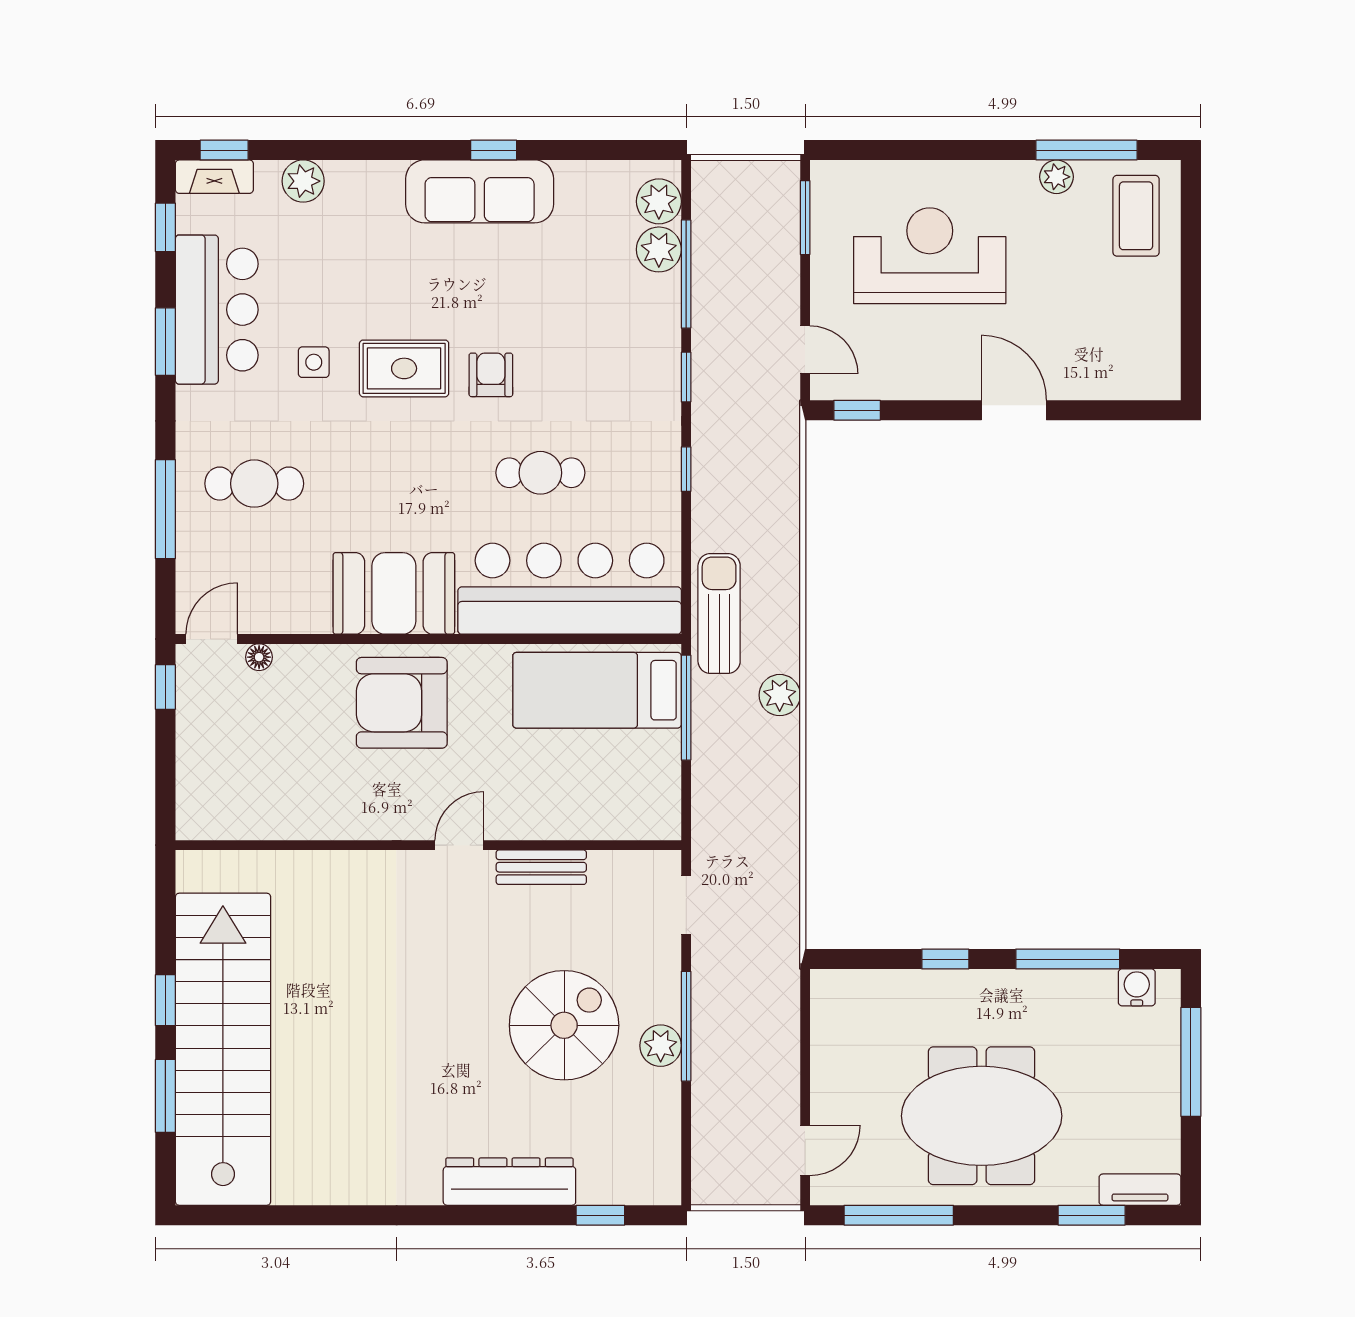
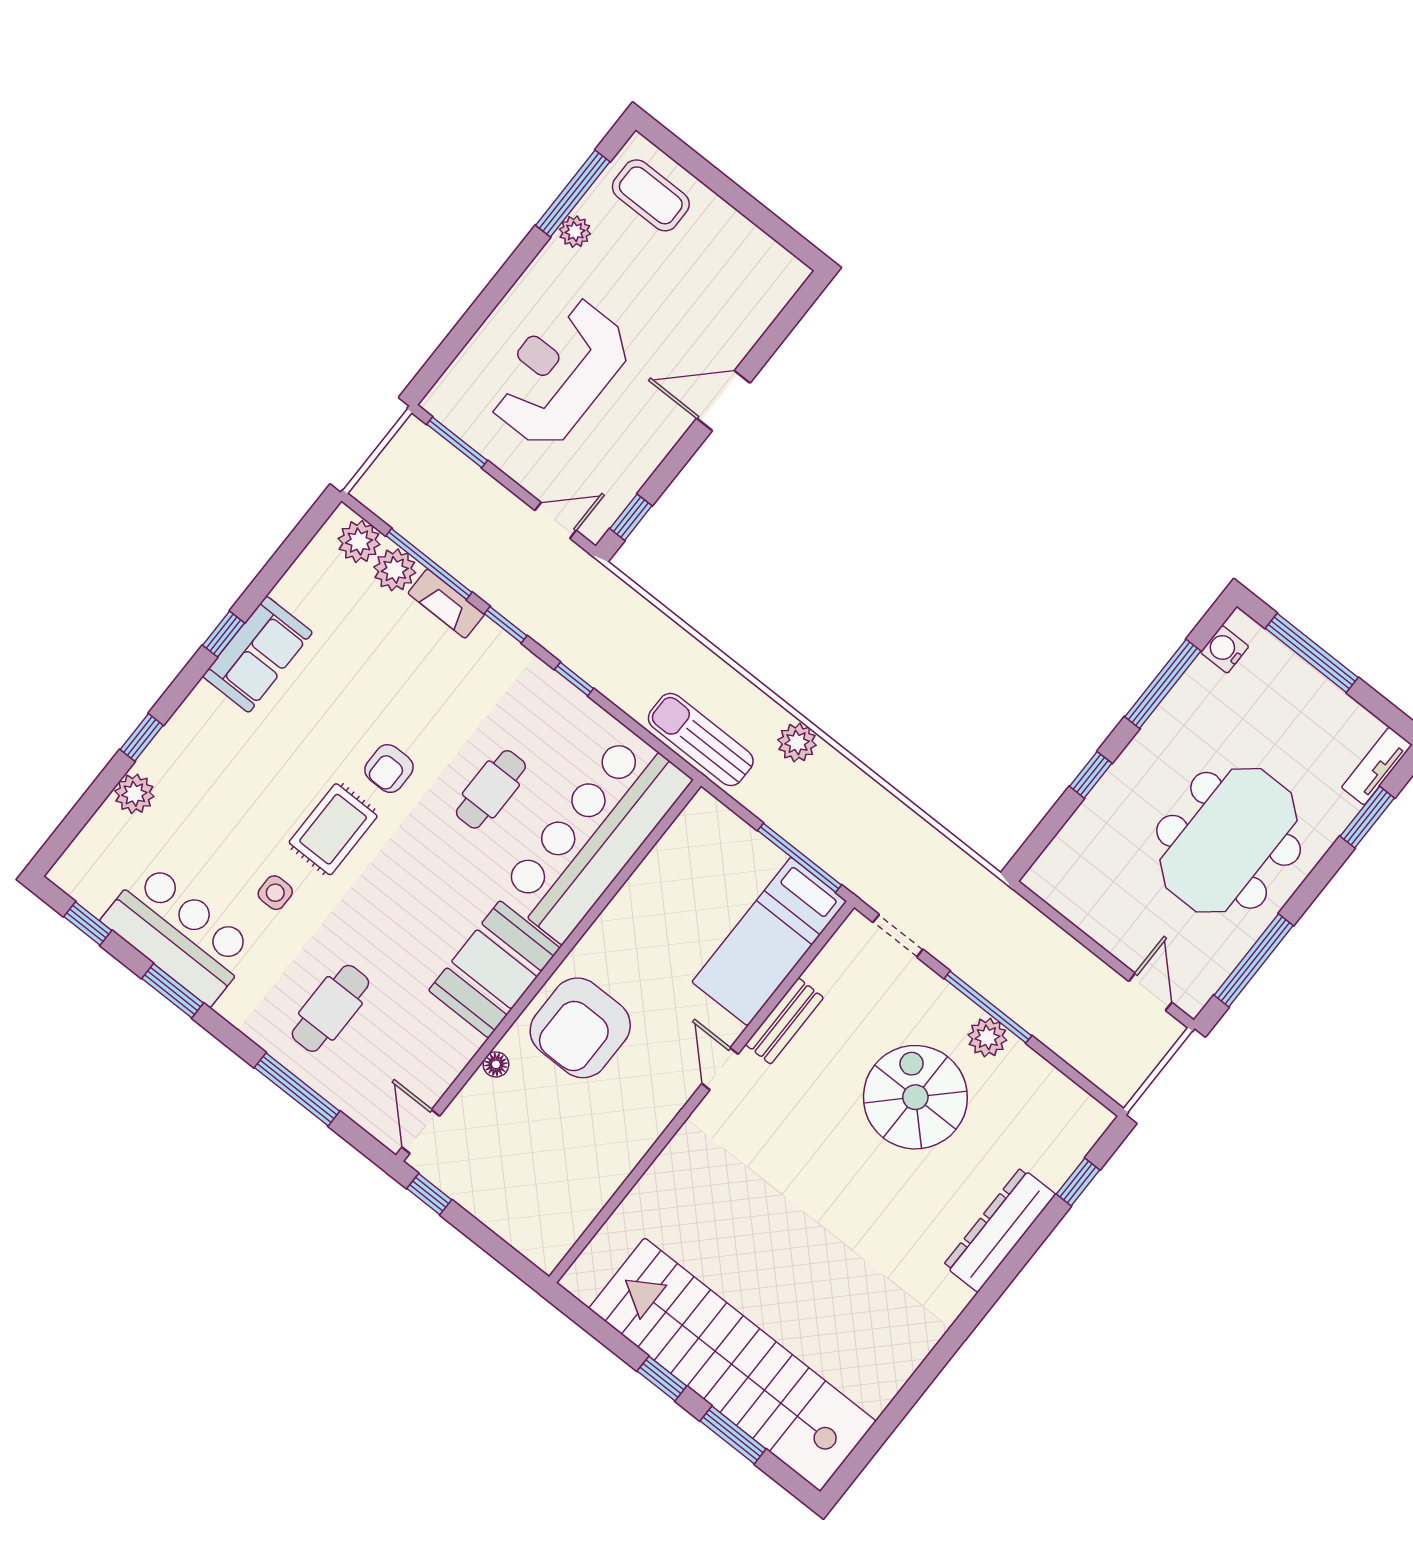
window: (224, 150) -> (142, 737), moved
fireplace: (214, 177) -> (446, 604), moved, turned 90
sofa: (480, 191) -> (258, 654), width x0.73
armchair: (491, 375) -> (389, 769), turned -90
floor lamp: (259, 657) -> (496, 1064), moved
bed: (597, 690) -> (769, 941), moved
window: (686, 708) -> (800, 858), moved

